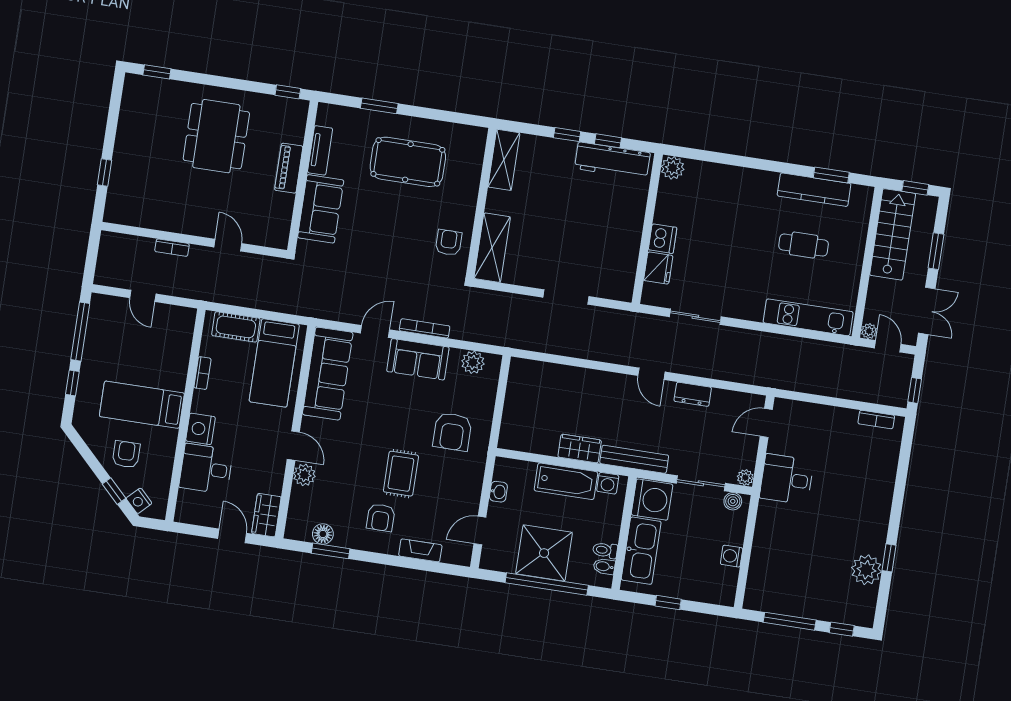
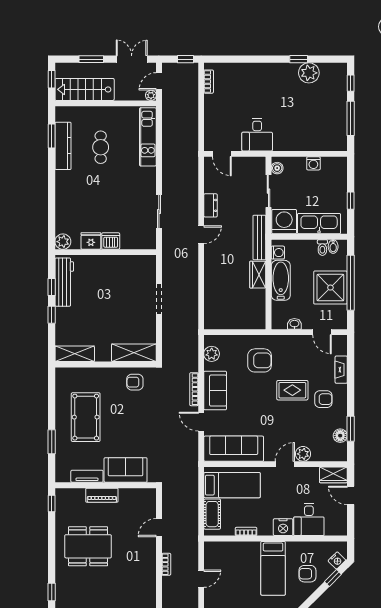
fridge: (658, 268) -> (91, 241), moved
plant: (745, 477) -> (260, 162), removed
door: (232, 536) -> (351, 495), hinge flipped

